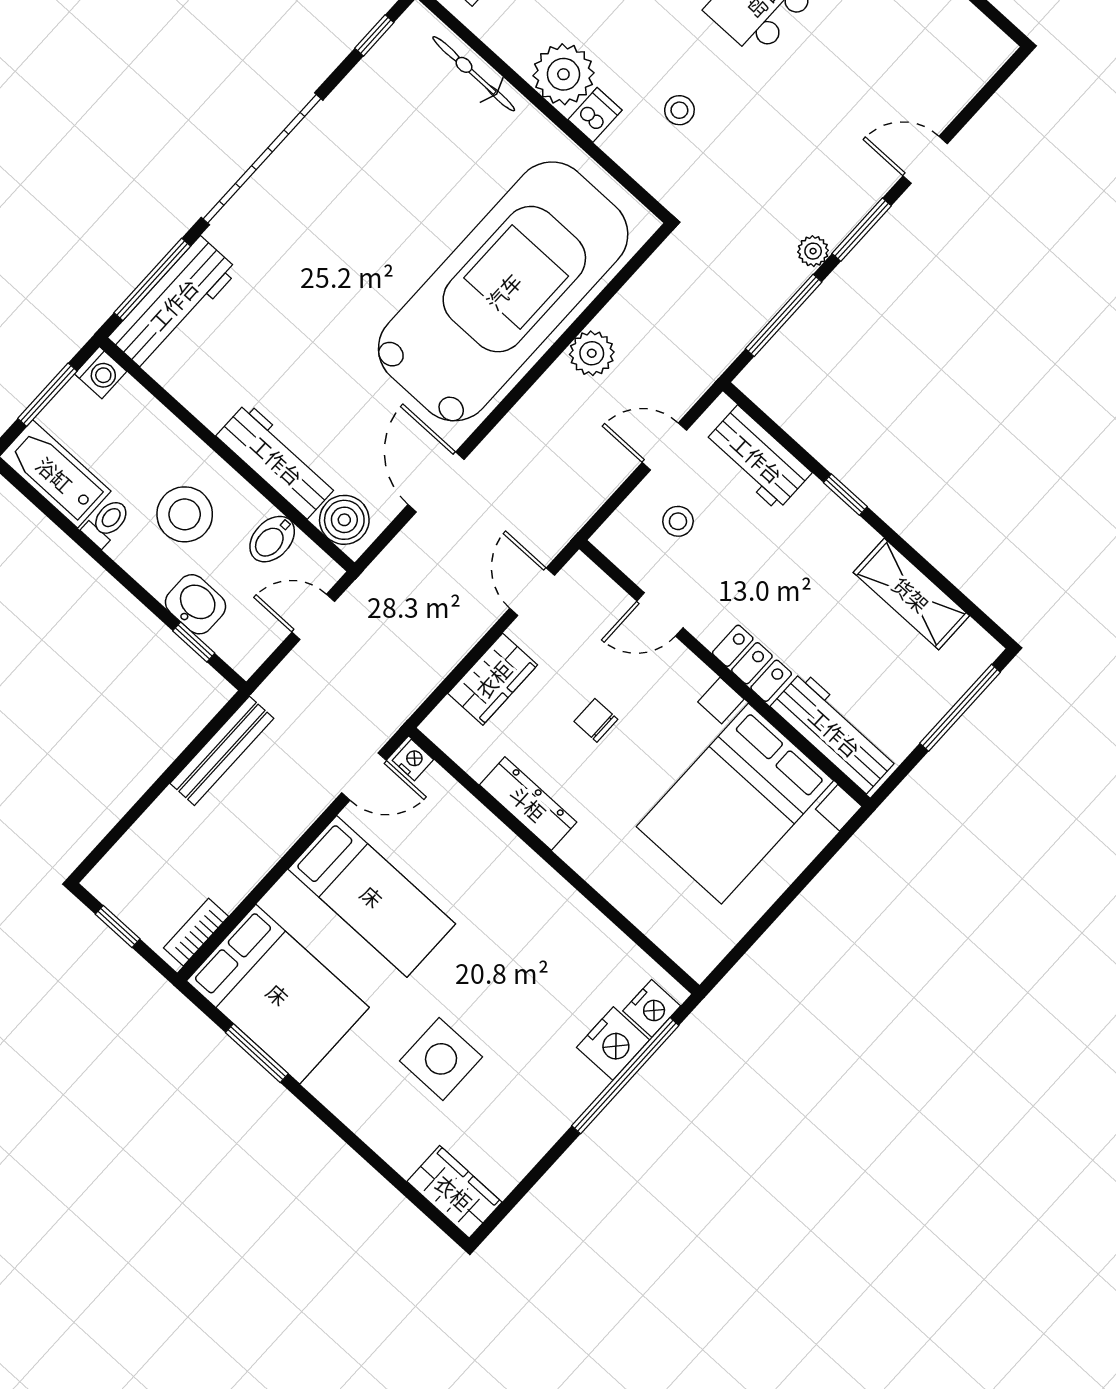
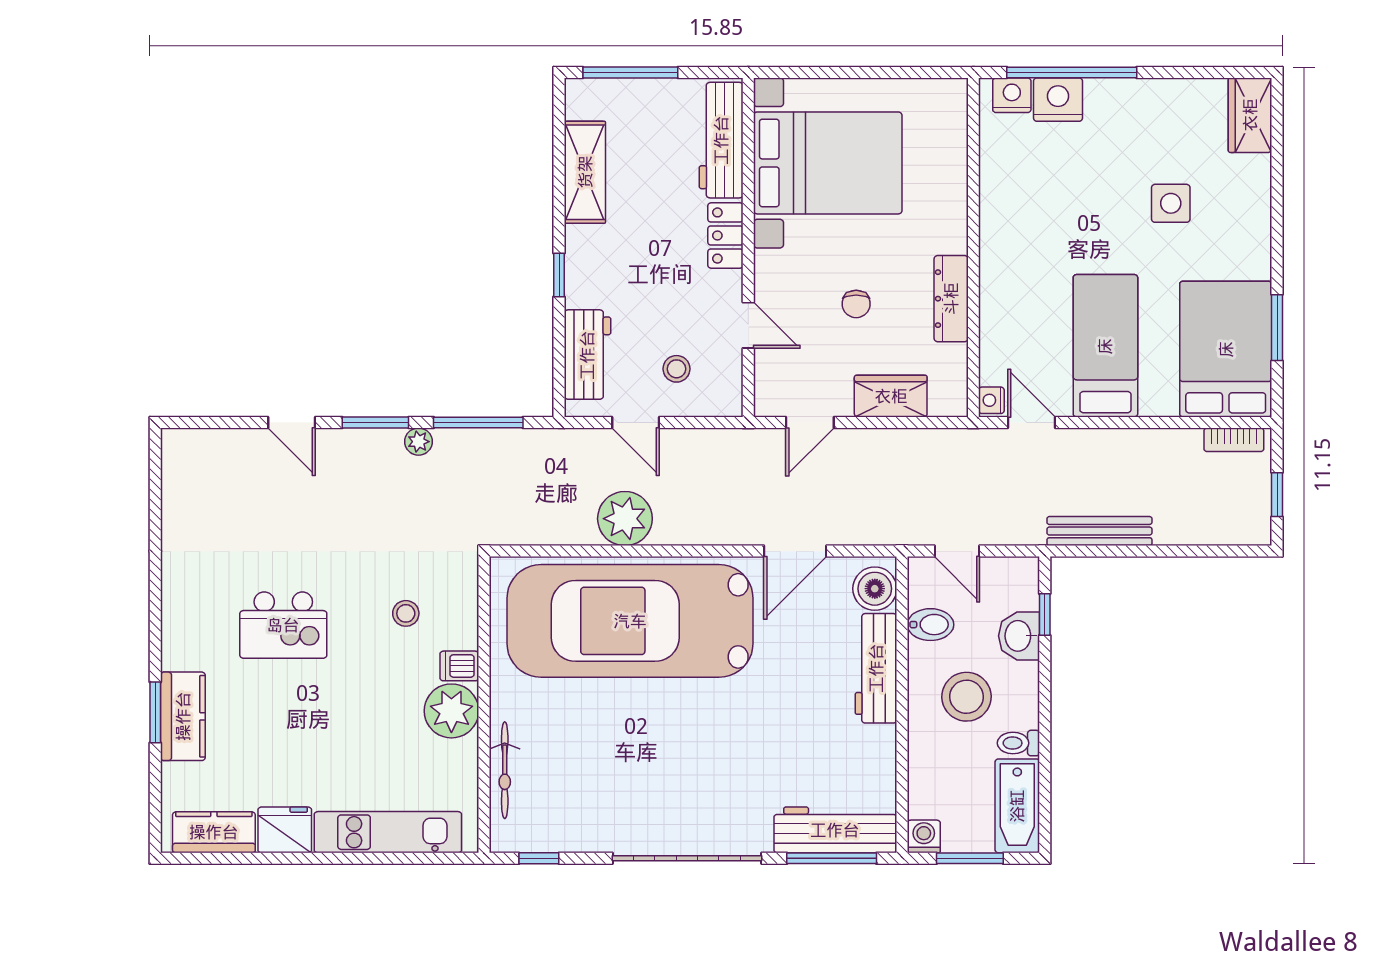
plant: (592, 353) -> (625, 519), width x1.36, depth x1.36
side table: (441, 1059) -> (1171, 203), width x0.73, depth x0.73

